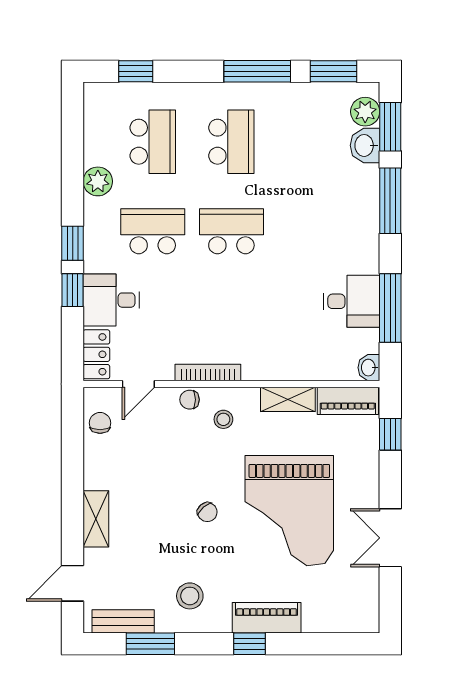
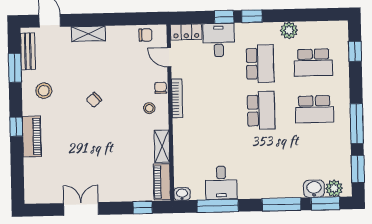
grand piano: (289, 511) -> (96, 149), removed

